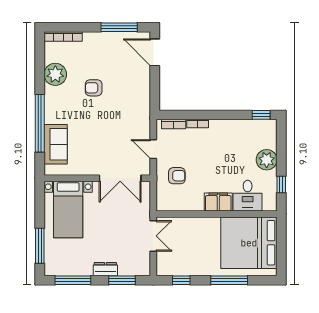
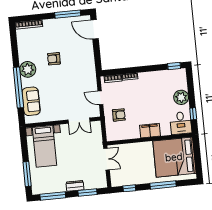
plant: (55, 74) -> (28, 69), moved
double door: (120, 178) -> (79, 121), width x0.73
desk: (248, 196) -> (181, 123), moved

